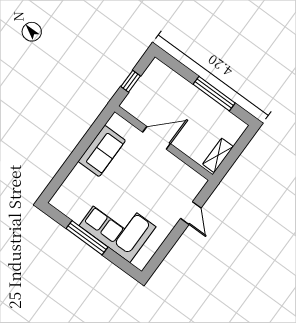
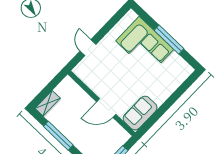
sofa: (102, 151) -> (140, 113), moved
shelving: (218, 155) -> (48, 103), moved

